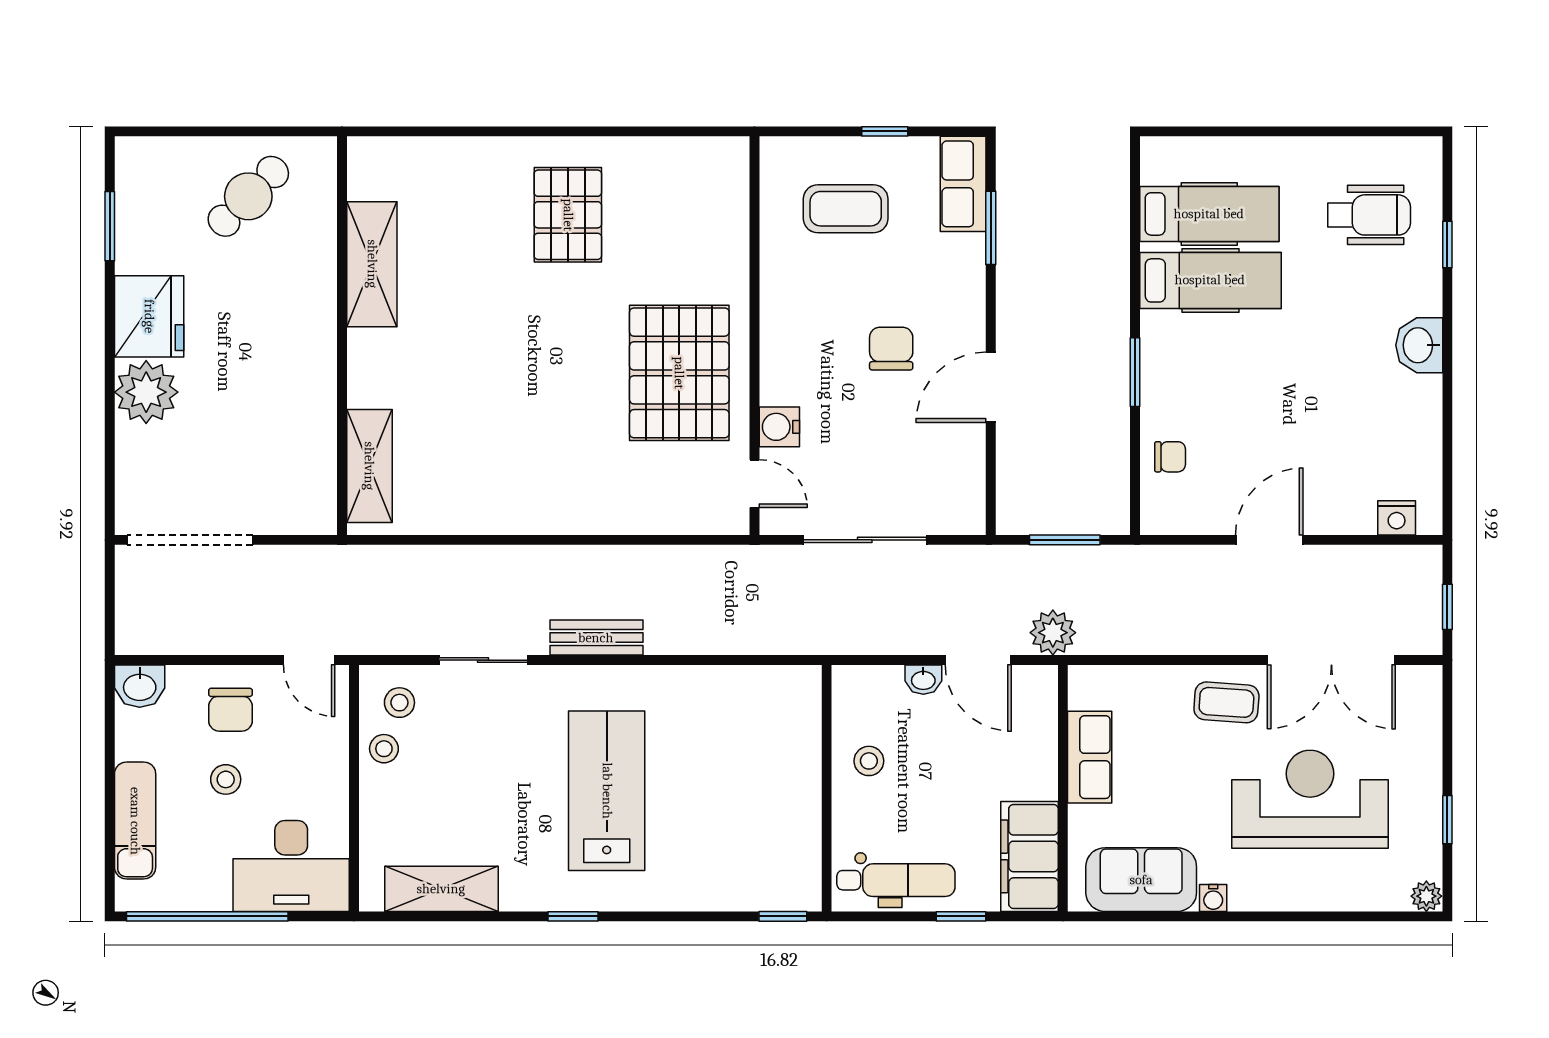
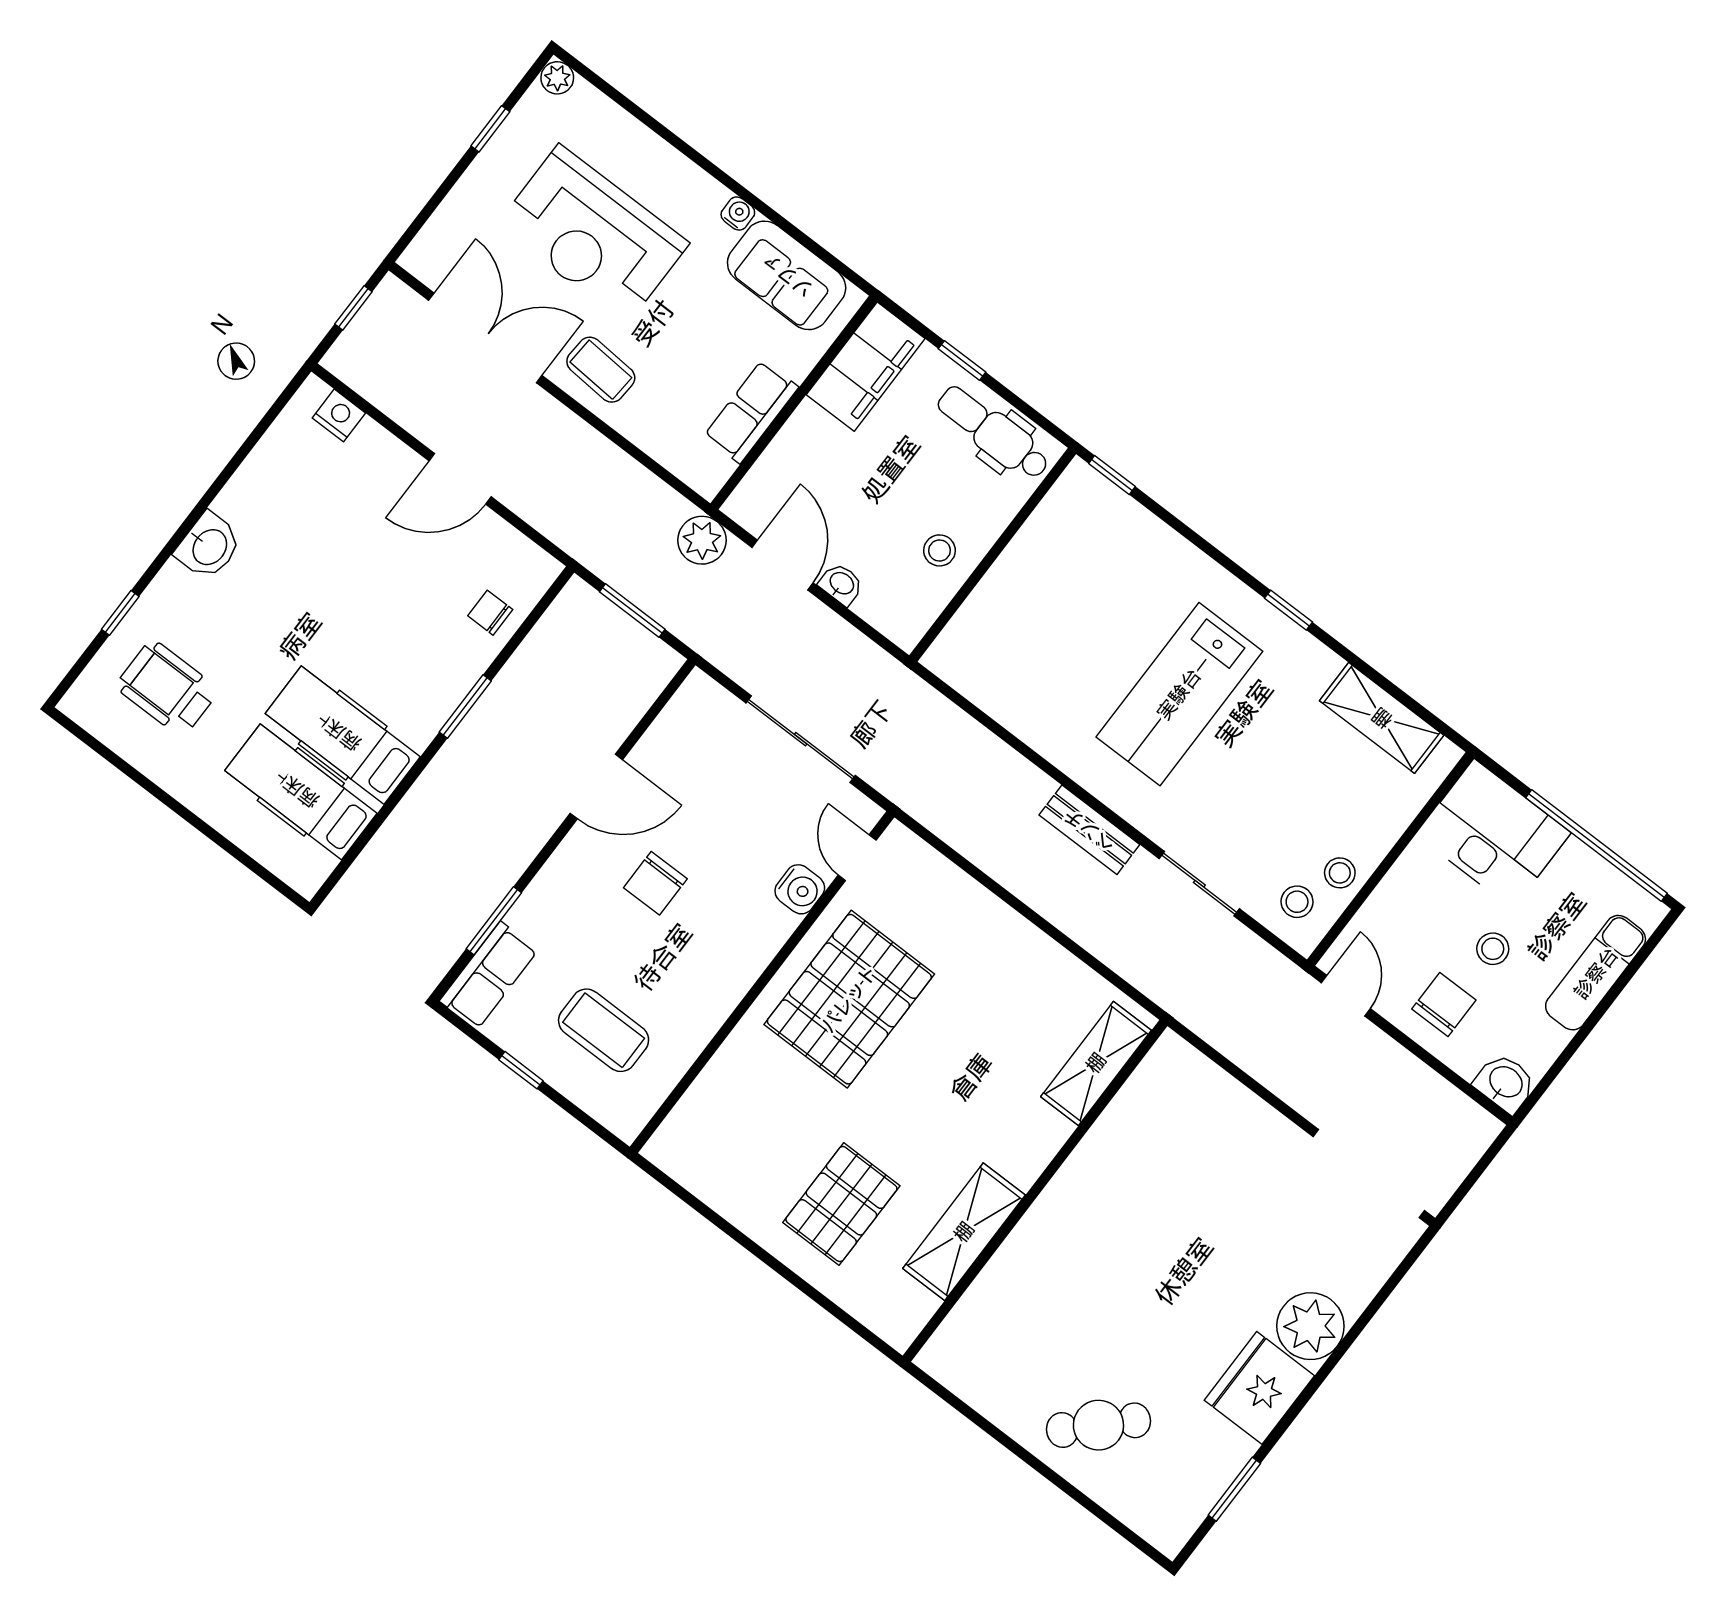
shelving: (372, 264) -> (964, 1232), moved
wall: (342, 336) -> (1035, 1191), moved
shelving: (369, 466) -> (1096, 1063), moved

